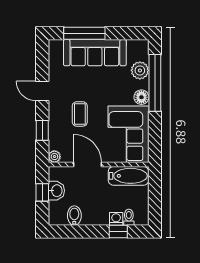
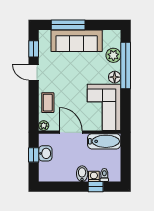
coffee table: (80, 114) -> (48, 103), moved
window: (42, 130) -> (34, 49), moved
bidet: (74, 216) -> (82, 174), moved

